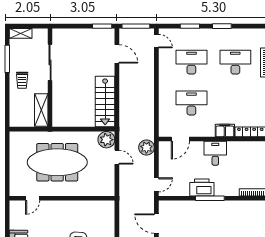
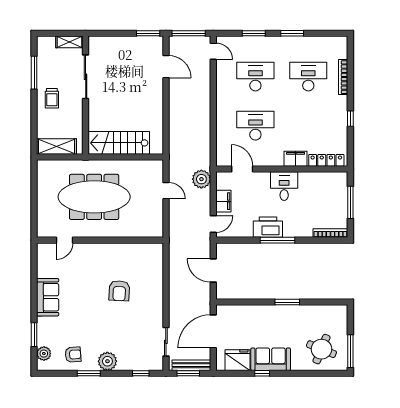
shelving: (21, 33) -> (69, 42), moved
stairs: (105, 102) -> (119, 143), moved, turned 90
shelving: (41, 110) -> (57, 147), moved, turned 90
door: (180, 139) -> (242, 169), swing flipped
plant: (106, 140) -> (153, 170), removed
filing cabinet: (165, 166) -> (223, 201), added

